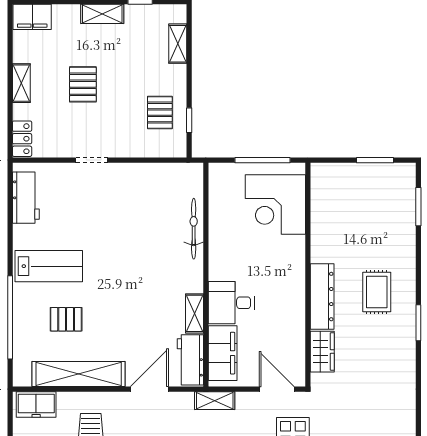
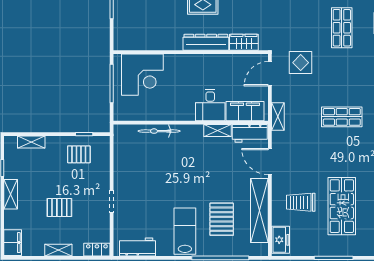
pallet: (66, 319) -> (222, 219), width x1.50, depth x1.42

